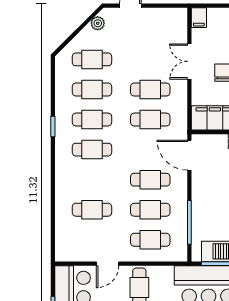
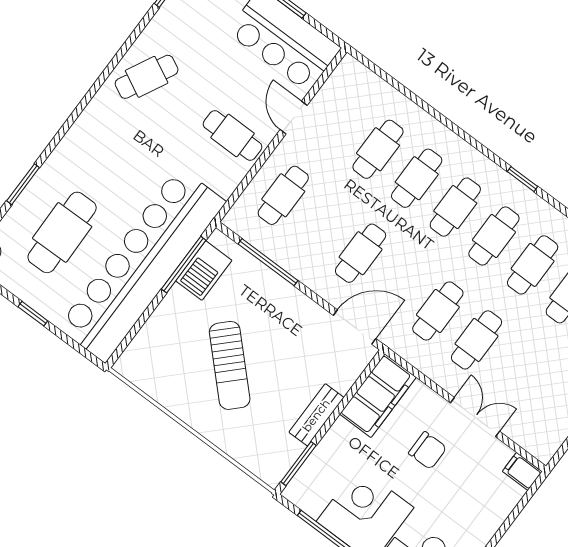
cafe table: (150, 210) -> (417, 178), moved

